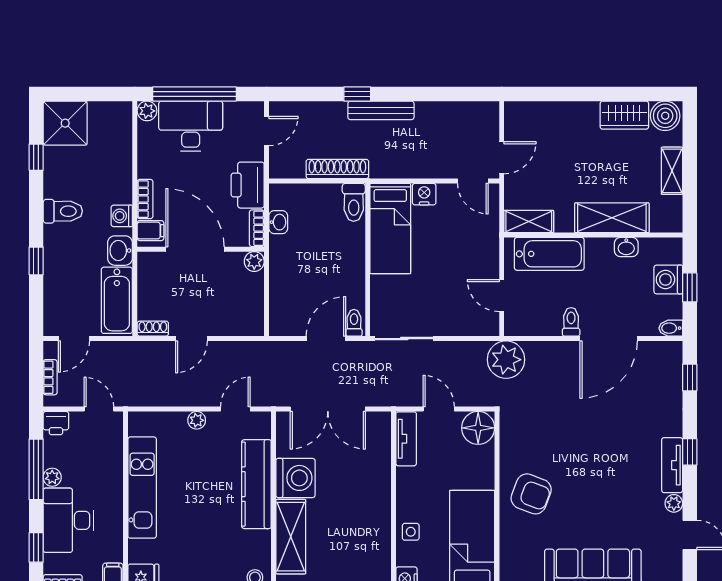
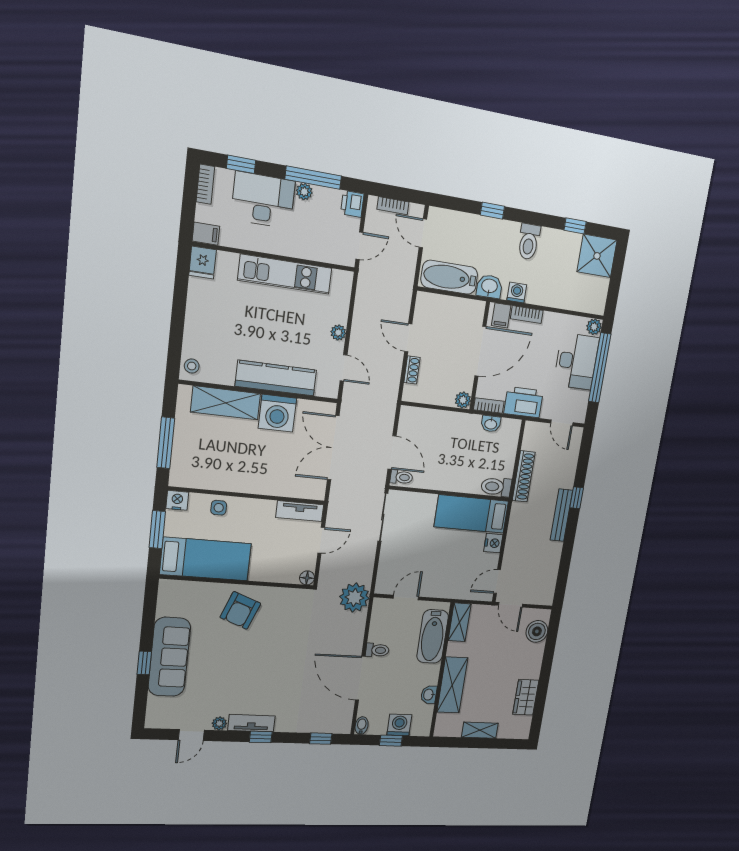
boiler: (665, 116) -> (537, 631), moved
shoe rack: (153, 329) -> (412, 370), moved
floor lamp: (478, 428) -> (307, 578), width x0.53, depth x0.53

